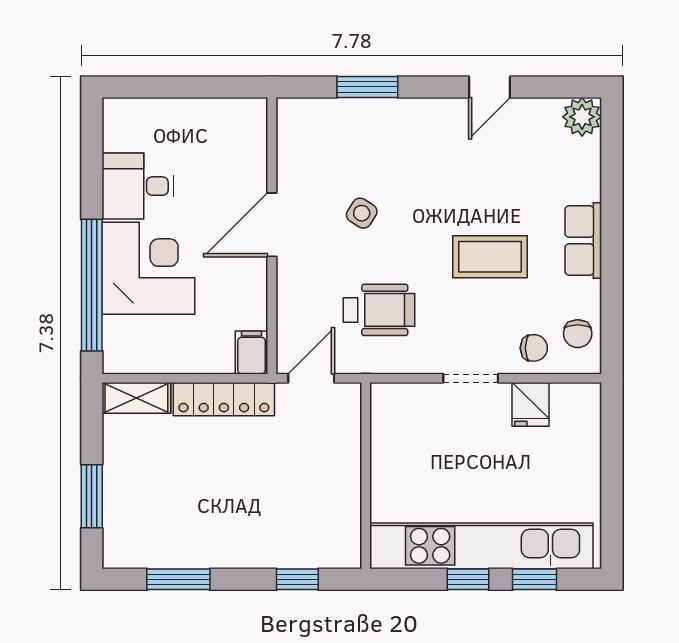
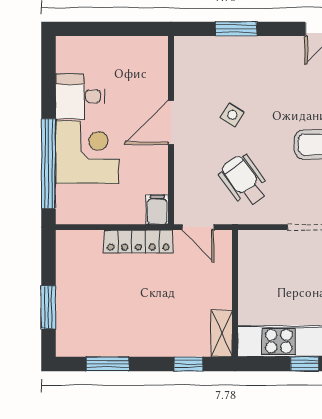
wheelchair: (379, 310) -> (244, 181), turned -126
door: (311, 378) -> (198, 227), swing flipped
shelving: (136, 398) -> (222, 334), moved, turned 90

